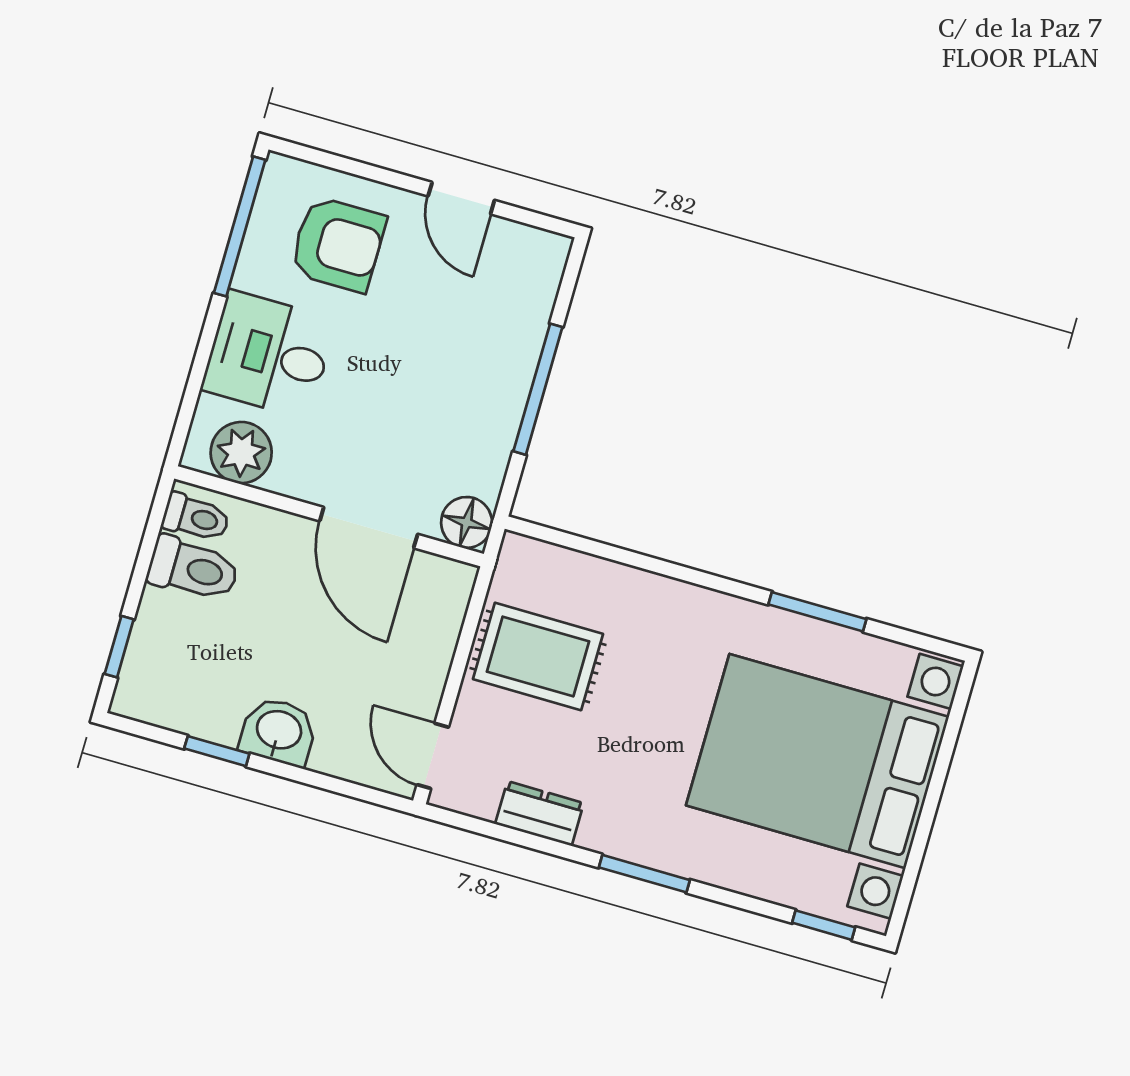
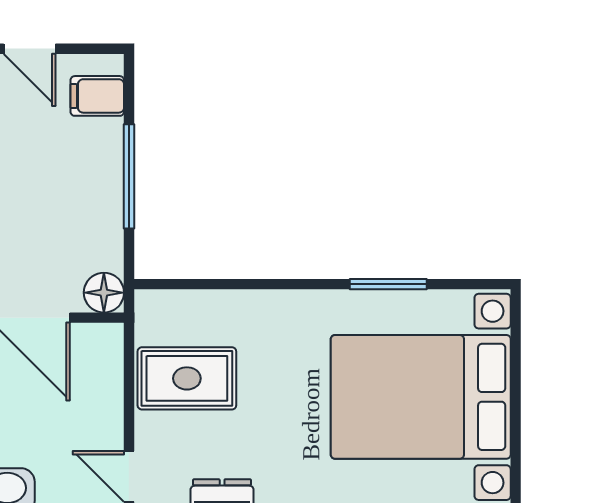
filing cabinet: (527, 280) -> (97, 96), added

